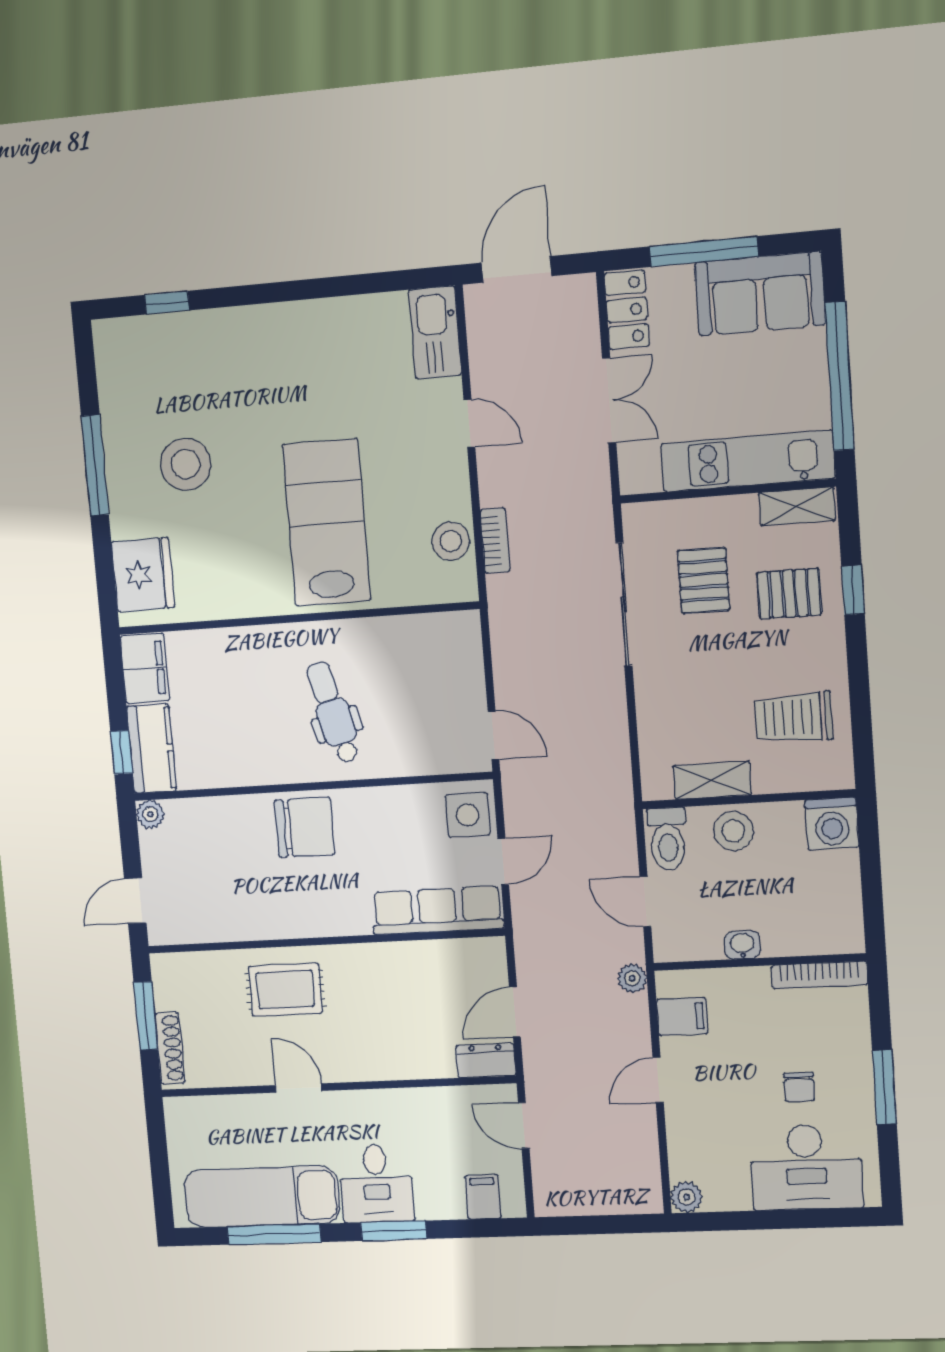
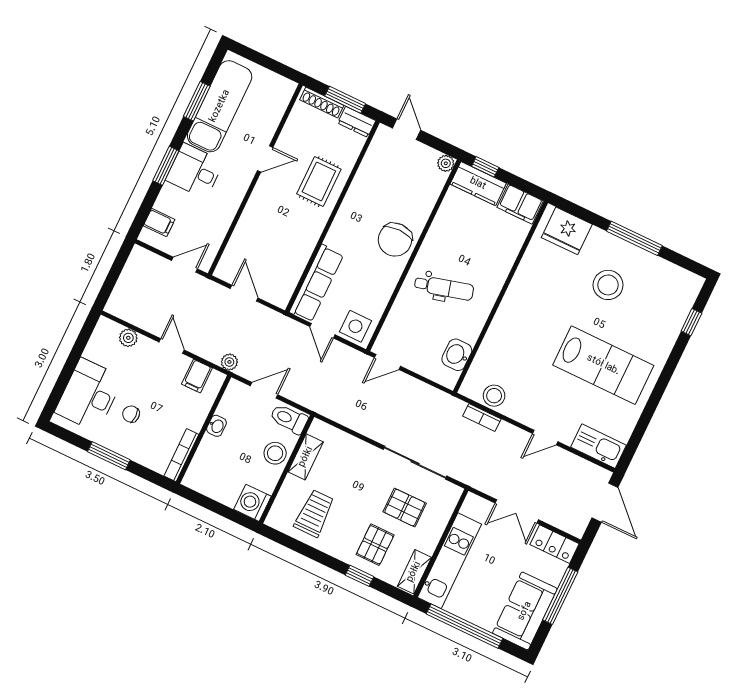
lab bench: (326, 523) -> (603, 365), moved
washbasin: (422, 635) -> (457, 355), added
dresser: (486, 1061) -> (357, 122), moved, turned 90
plant: (687, 1197) -> (128, 338), moved
window: (274, 1234) -> (197, 101), width x0.69

